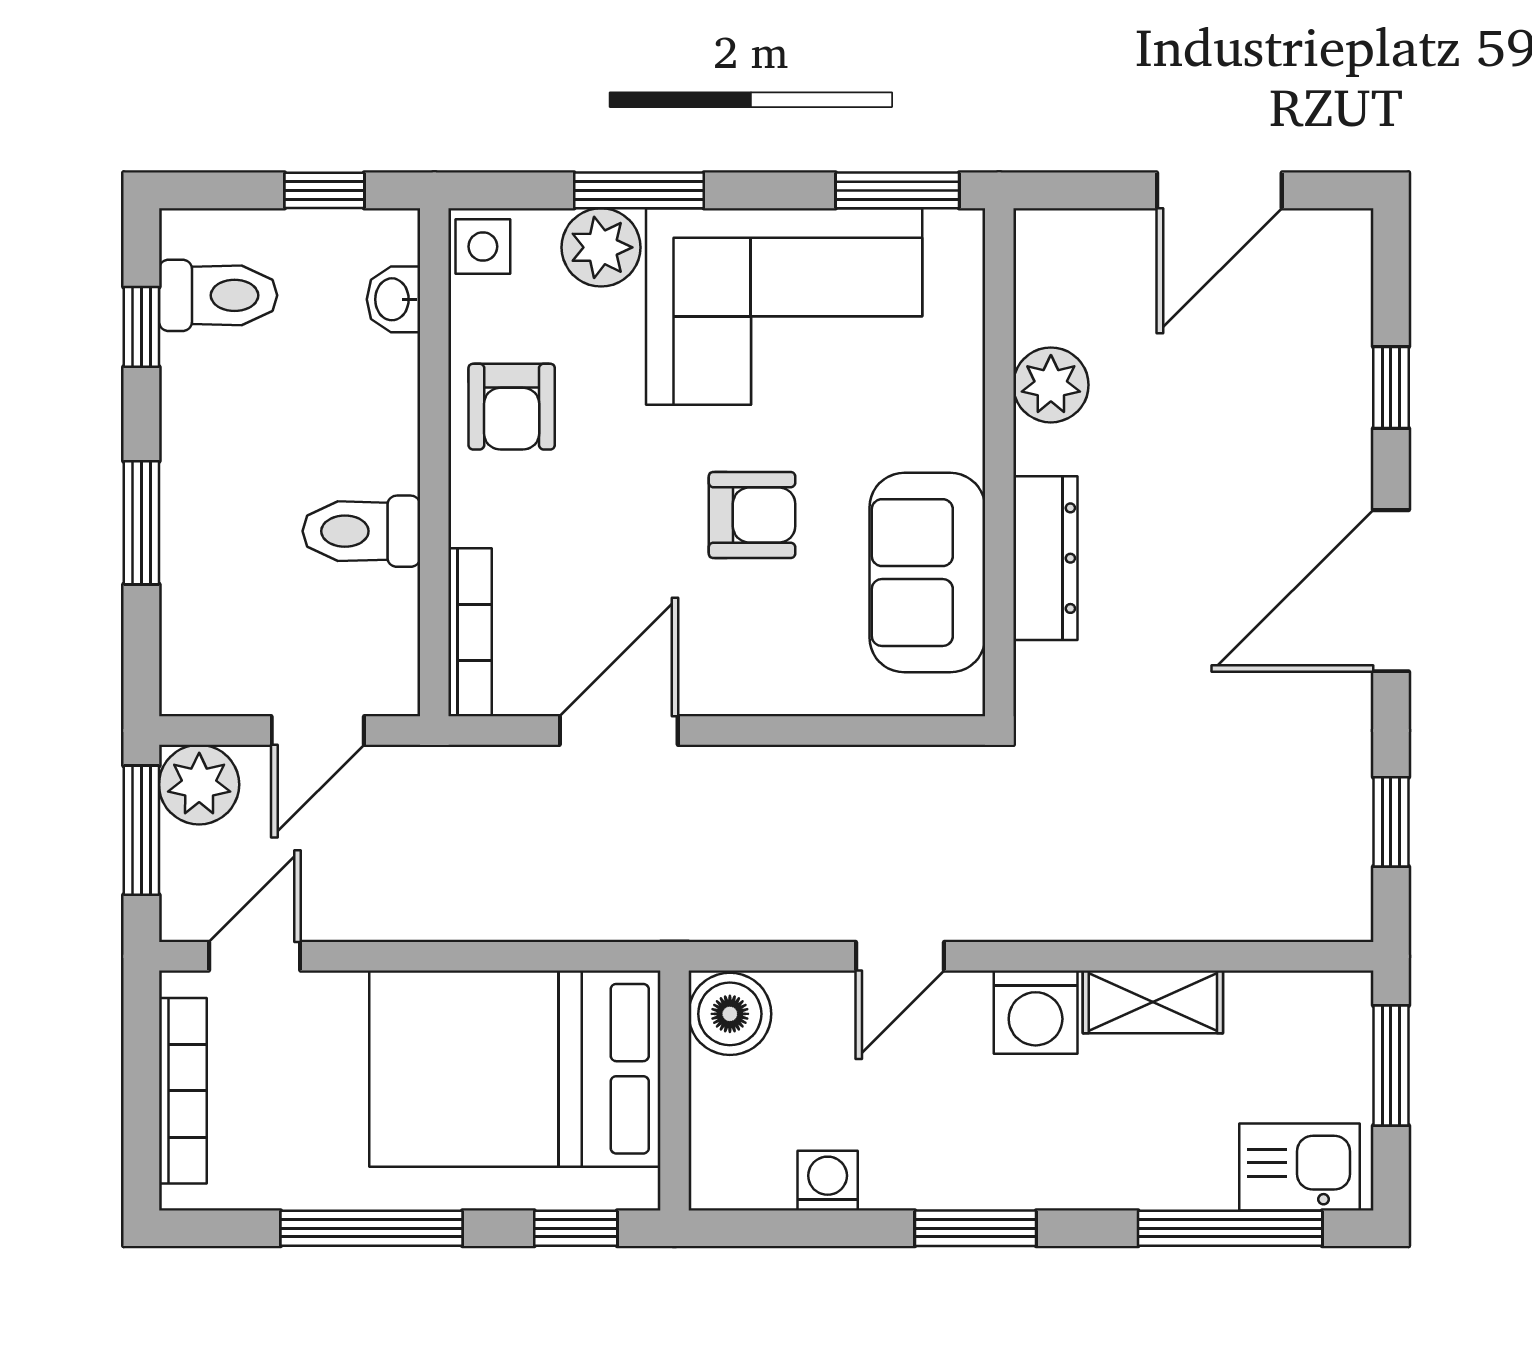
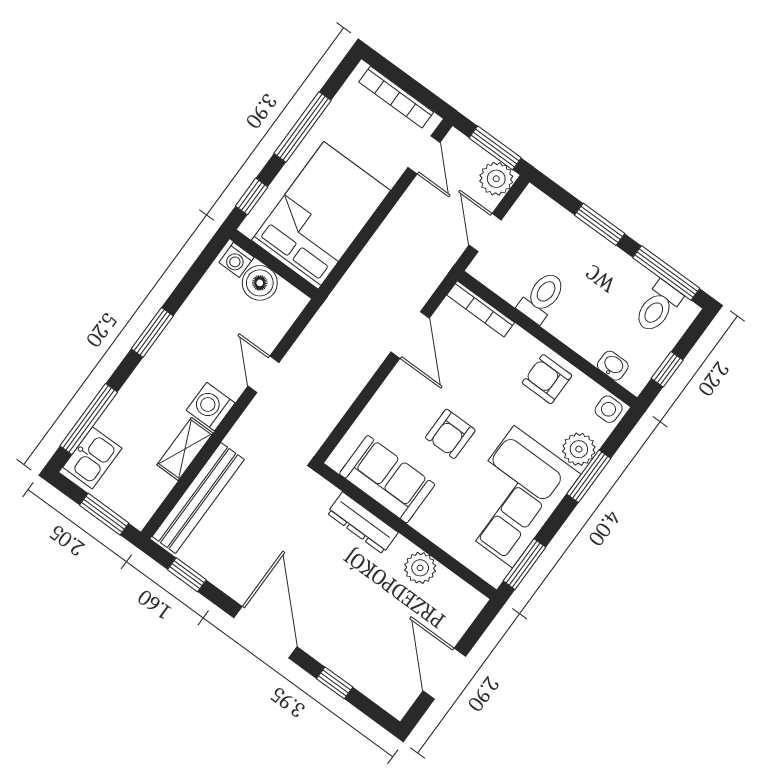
window: (141, 327) -> (666, 273), width x2.17
bench: (1228, 908) -> (198, 498), added
boiler: (730, 1014) -> (260, 283), moved
washing machine: (828, 1181) -> (236, 260), moved, turned 90

